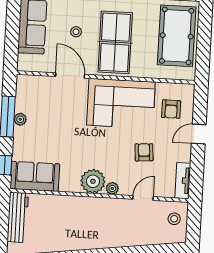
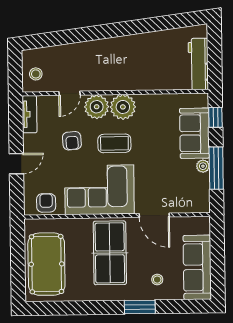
stool: (76, 32) -> (157, 280), moved
armchair: (171, 109) -> (46, 203), moved
coffee table: (104, 147) -> (114, 143), added
sofa: (35, 176) -> (195, 133), moved, turned 90
plant: (112, 188) -> (97, 107), width x1.88, depth x1.88

